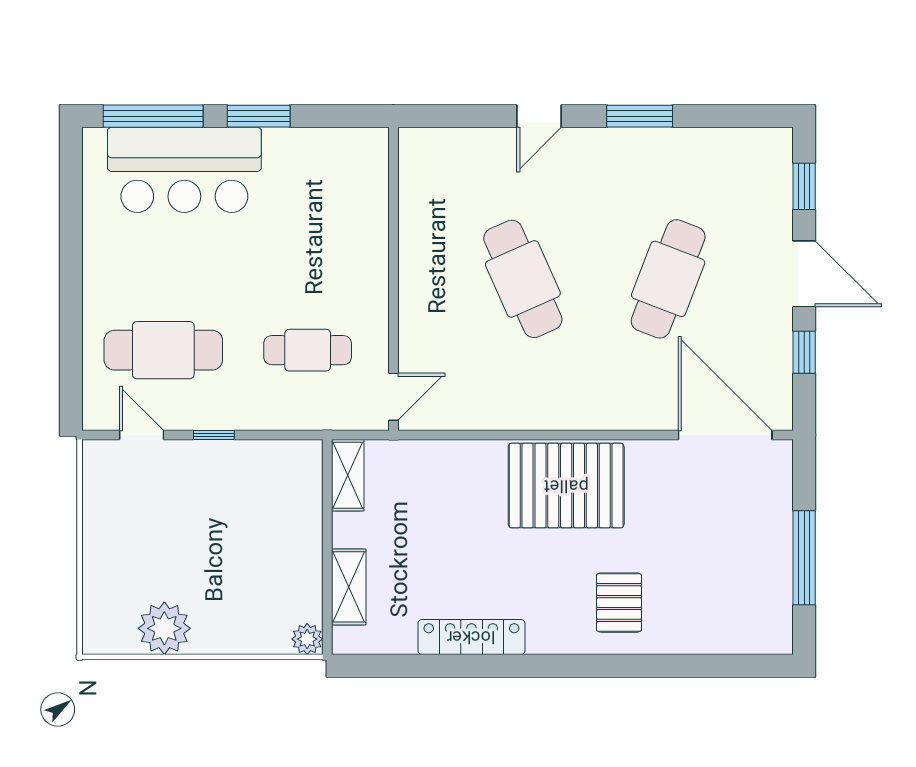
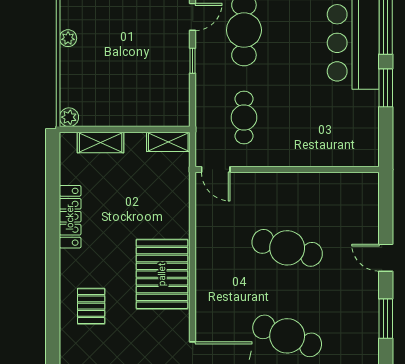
cafe table: (523, 279) -> (287, 248), turned 39
pallet: (619, 603) -> (91, 306), turned 90
plant: (164, 628) -> (68, 38), width x0.53, depth x0.53

